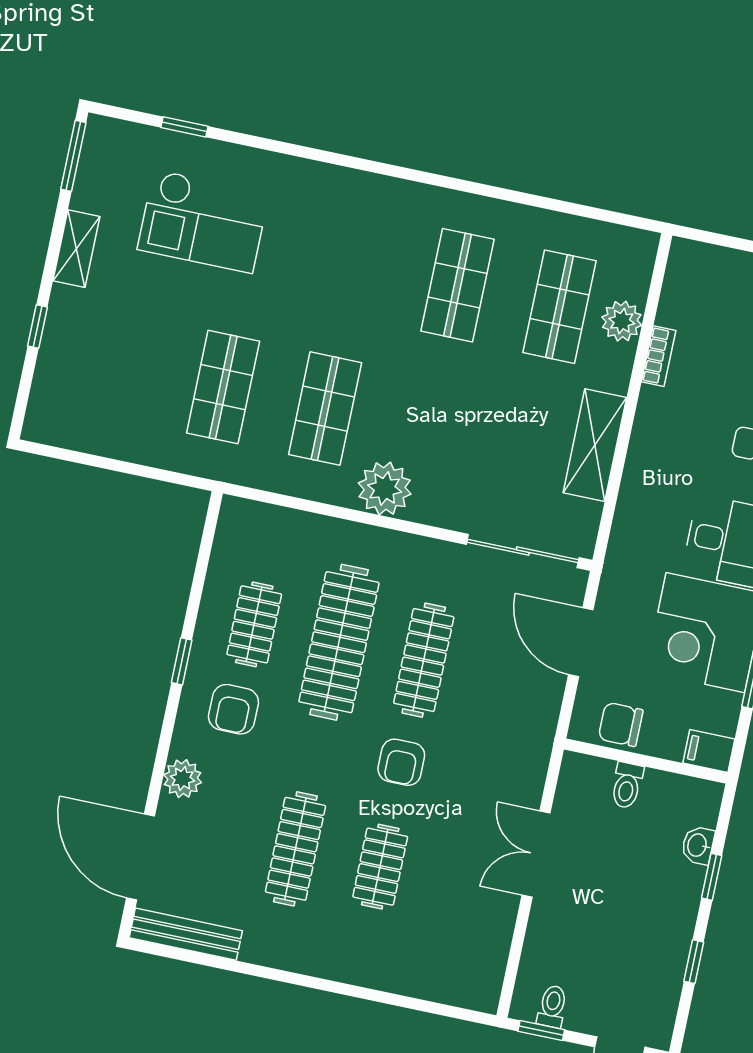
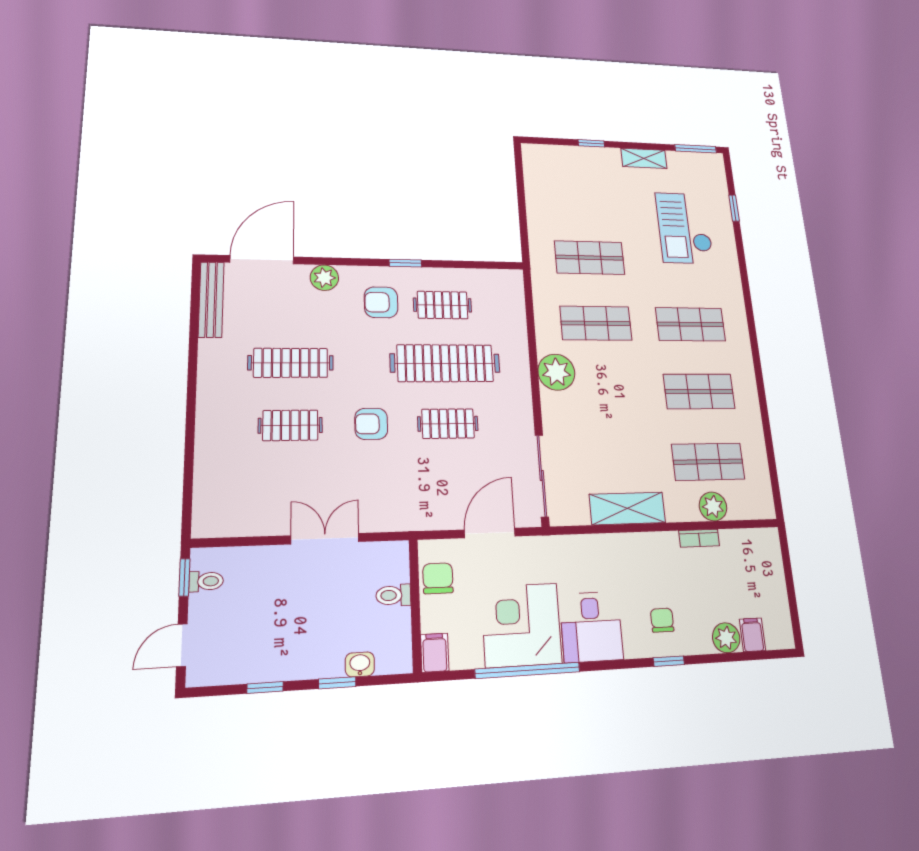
shop shelf: (356, 264) -> (691, 324), added
clothes rail: (424, 660) -> (448, 424), width x0.73

